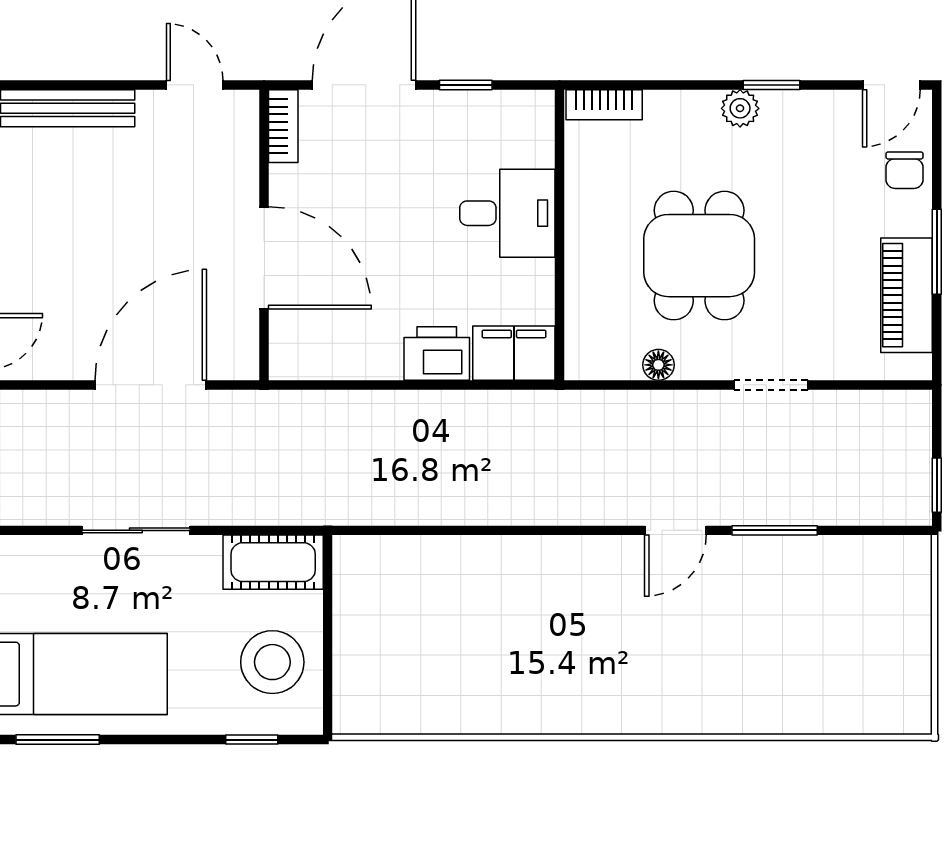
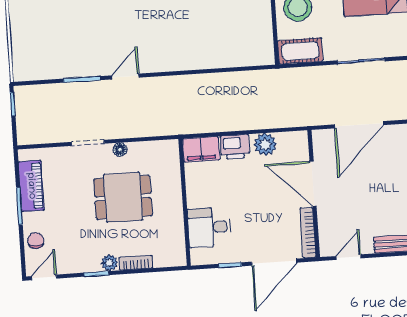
door: (195, 85) -> (348, 257), swing flipped
bookcase: (604, 105) -> (136, 263), moved
bookcase: (283, 126) -> (308, 233), width x1.56
desk: (507, 213) -> (209, 227), moved
dining table: (699, 256) -> (123, 197), turned 90
plant: (367, 355) -> (265, 144), added
floor lamp: (658, 365) -> (120, 150), moved

